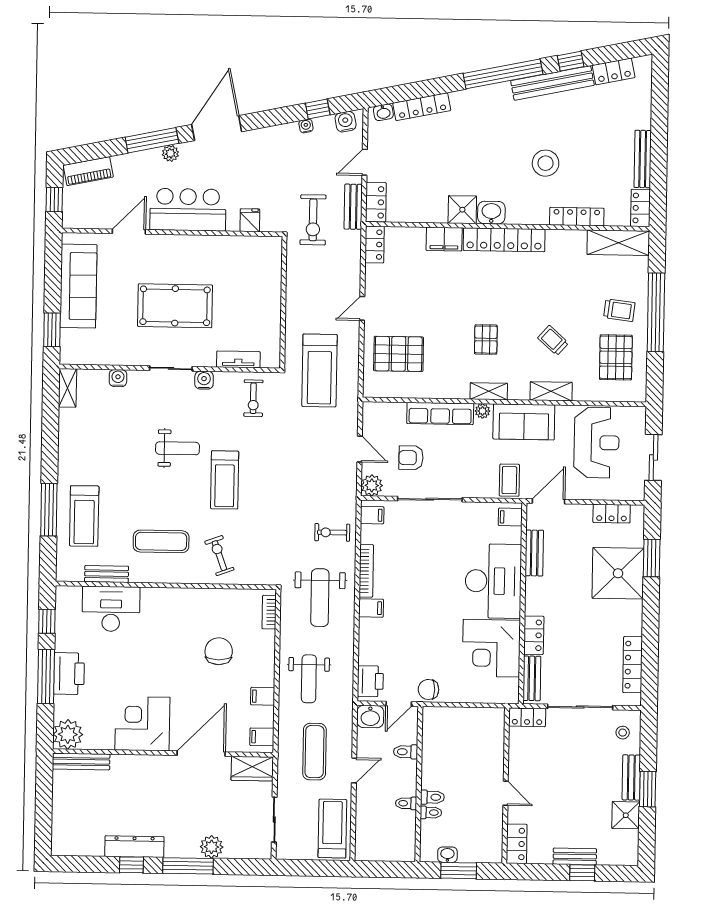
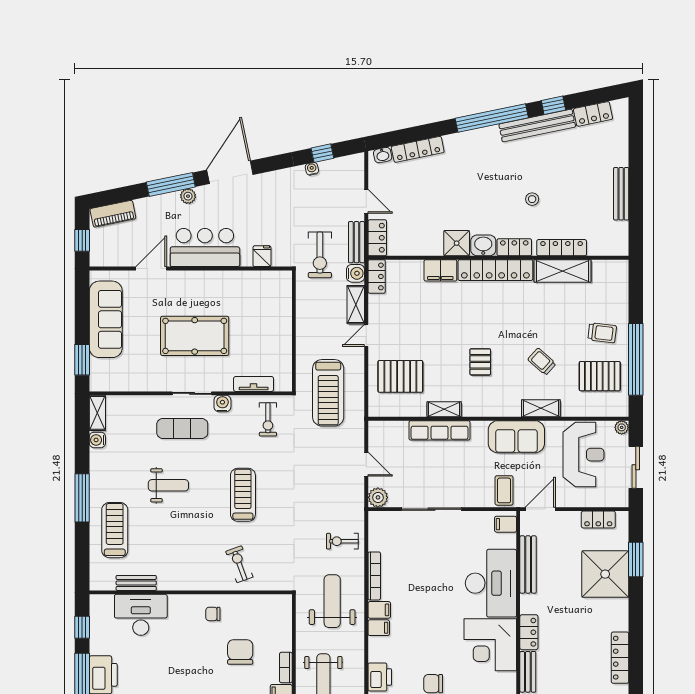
water cooler: (346, 122) -> (355, 273), moved, turned 102
door: (365, 162) -> (366, 201), swing flipped
stool: (546, 163) -> (532, 199), width x0.53, depth x0.53
locker: (640, 208) -> (514, 247), moved, turned 90
shelving: (618, 243) -> (563, 271), moved
shelving: (351, 275) -> (356, 305), added
window: (656, 312) -> (636, 359), moved
pallet: (616, 357) -> (600, 376), turned 90
water cooler: (118, 378) -> (97, 440), moved, turned -90
shelving: (489, 391) -> (444, 409), moved
plant: (482, 411) -> (622, 427), moved
weight bench: (178, 448) -> (168, 485), moved
armchair: (411, 458) -> (413, 471), removed
treadmill: (225, 480) -> (243, 495), turned 180
window: (49, 510) -> (82, 498), moved
filing cabinet: (372, 515) -> (379, 628), moved
treadmill: (84, 516) -> (115, 530), turned 180
exercise mat: (161, 541) -> (182, 428), moved
bench: (534, 553) -> (528, 564), width x1.36
weight bench: (320, 598) -> (332, 601), turned 180
chair: (190, 609) -> (213, 614), added
bookcase: (269, 612) -> (286, 667), moved

